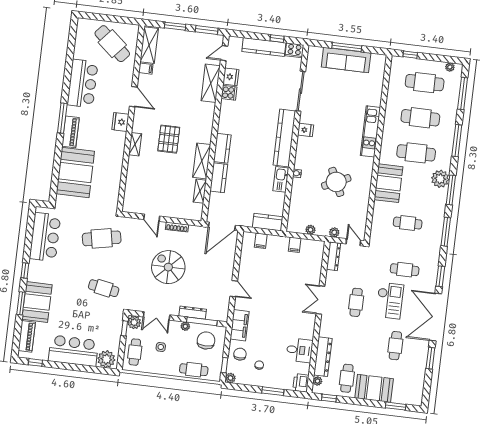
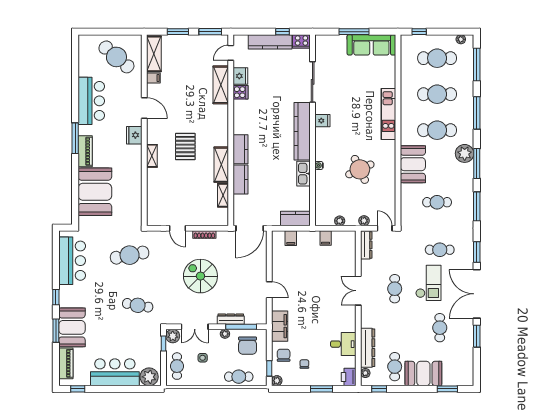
sofa: (346, 60) -> (371, 45), moved
chair: (206, 340) -> (248, 346), turned 180

